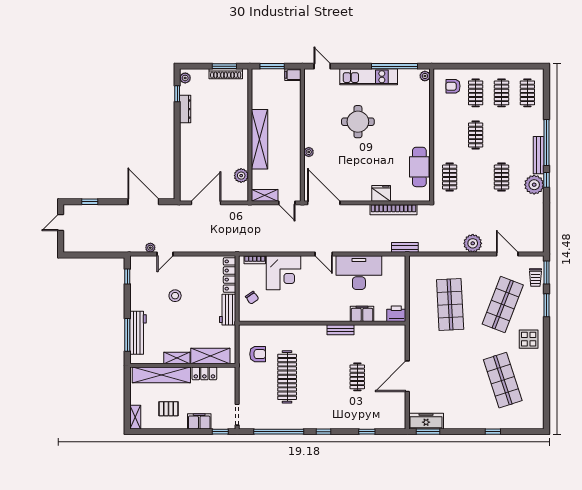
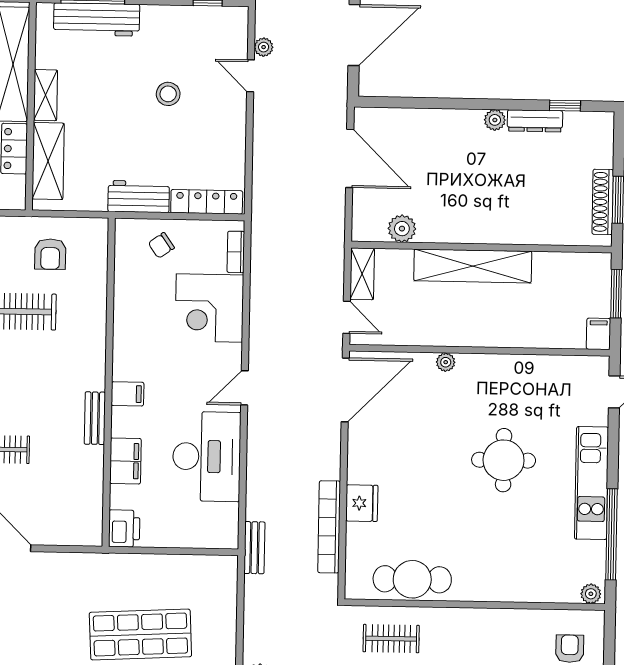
plant: (185, 78) -> (495, 120), moved
door: (287, 203) -> (347, 317), swing flipped
filing cabinet: (328, 313) -> (127, 394), added

